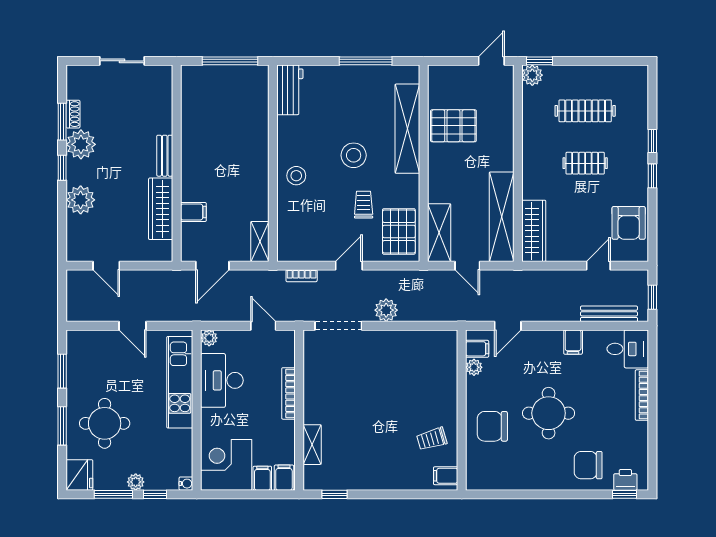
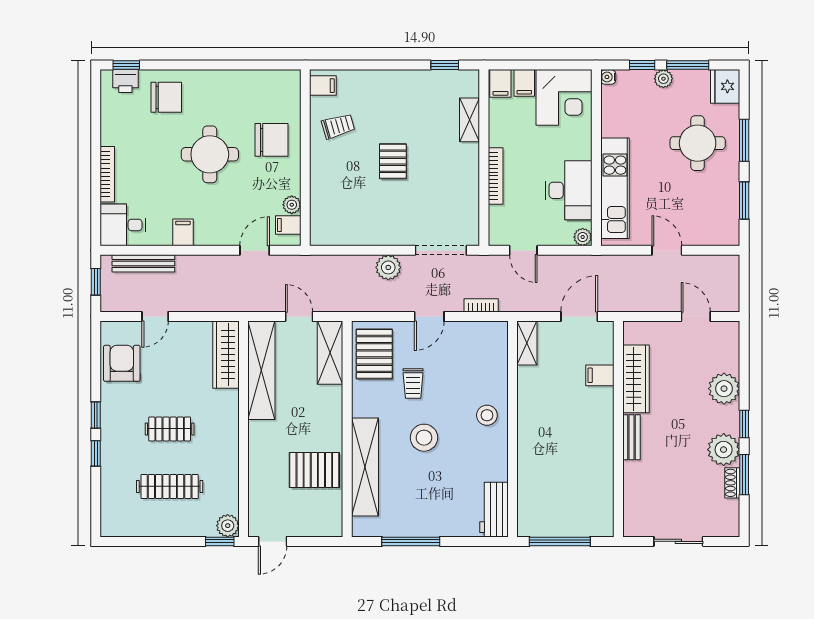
pallet: (382, 407) -> (393, 161), added

